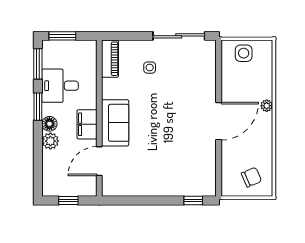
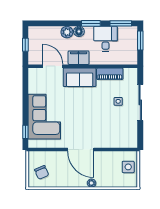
sliding door: (179, 36) -> (140, 102), moved
piano: (110, 59) -> (110, 74), moved
corner sofa: (171, 173) -> (44, 117), added

